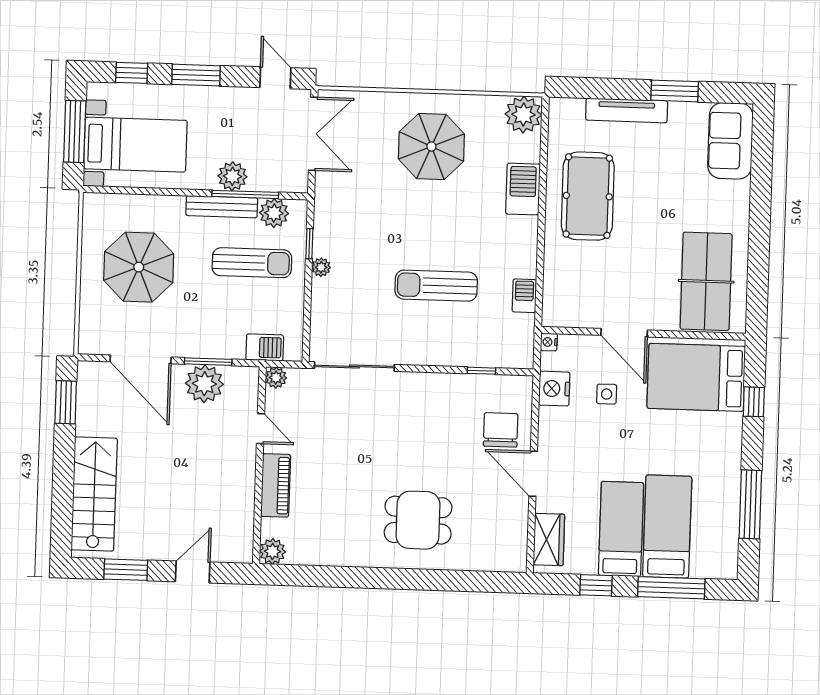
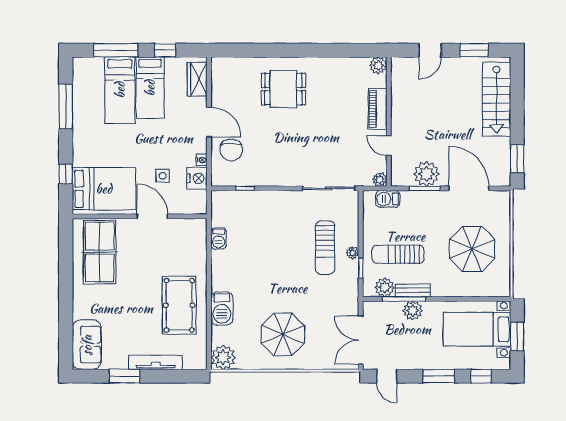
window: (75, 132) -> (517, 336), width x0.69
bench: (222, 207) -> (413, 290), width x0.73
sun lounger: (436, 286) -> (325, 248), moved, turned 90
nightstand: (549, 342) -> (202, 160), moved

